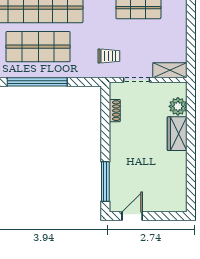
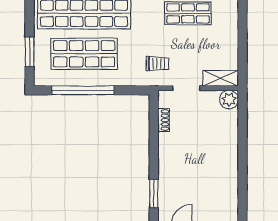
plant: (178, 106) -> (229, 100), moved
wardrobe: (177, 134) -> (228, 144), removed
window: (105, 182) -> (154, 194), width x0.69

